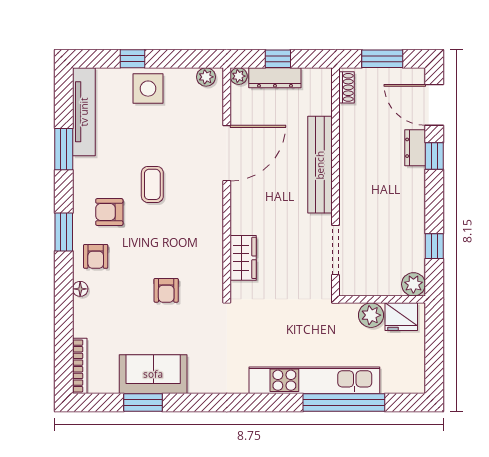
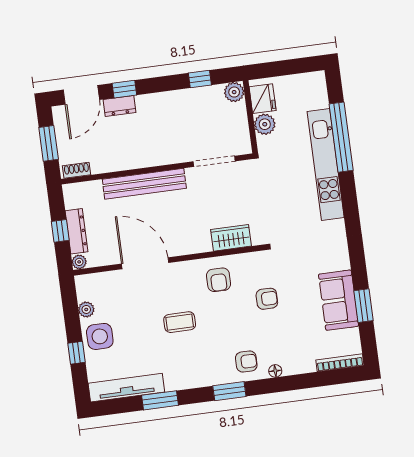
plant: (206, 77) -> (86, 309), moved
armchair: (109, 212) -> (219, 280), moved

